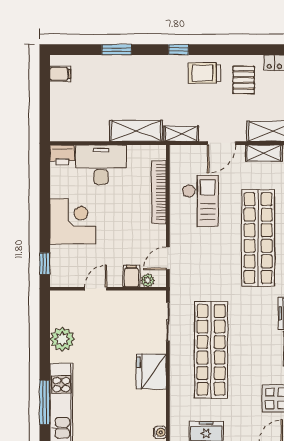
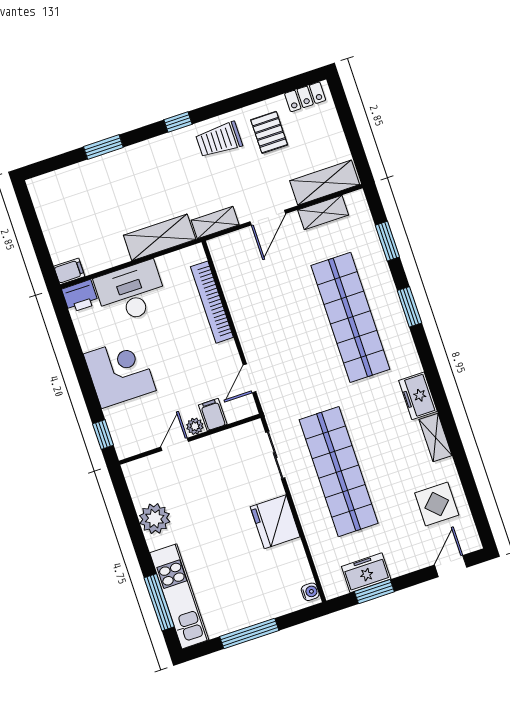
filing cabinet: (60, 74) -> (69, 271), moved
checkout: (200, 201) -> (266, 296), removed
plant: (148, 280) -> (195, 426), moved

